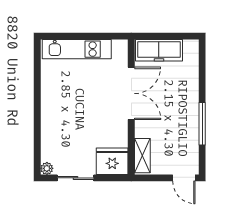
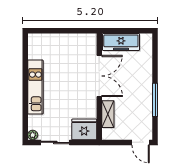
kitchen unit: (77, 49) -> (35, 87), moved, turned -90
shelving: (142, 156) -> (108, 114), moved

